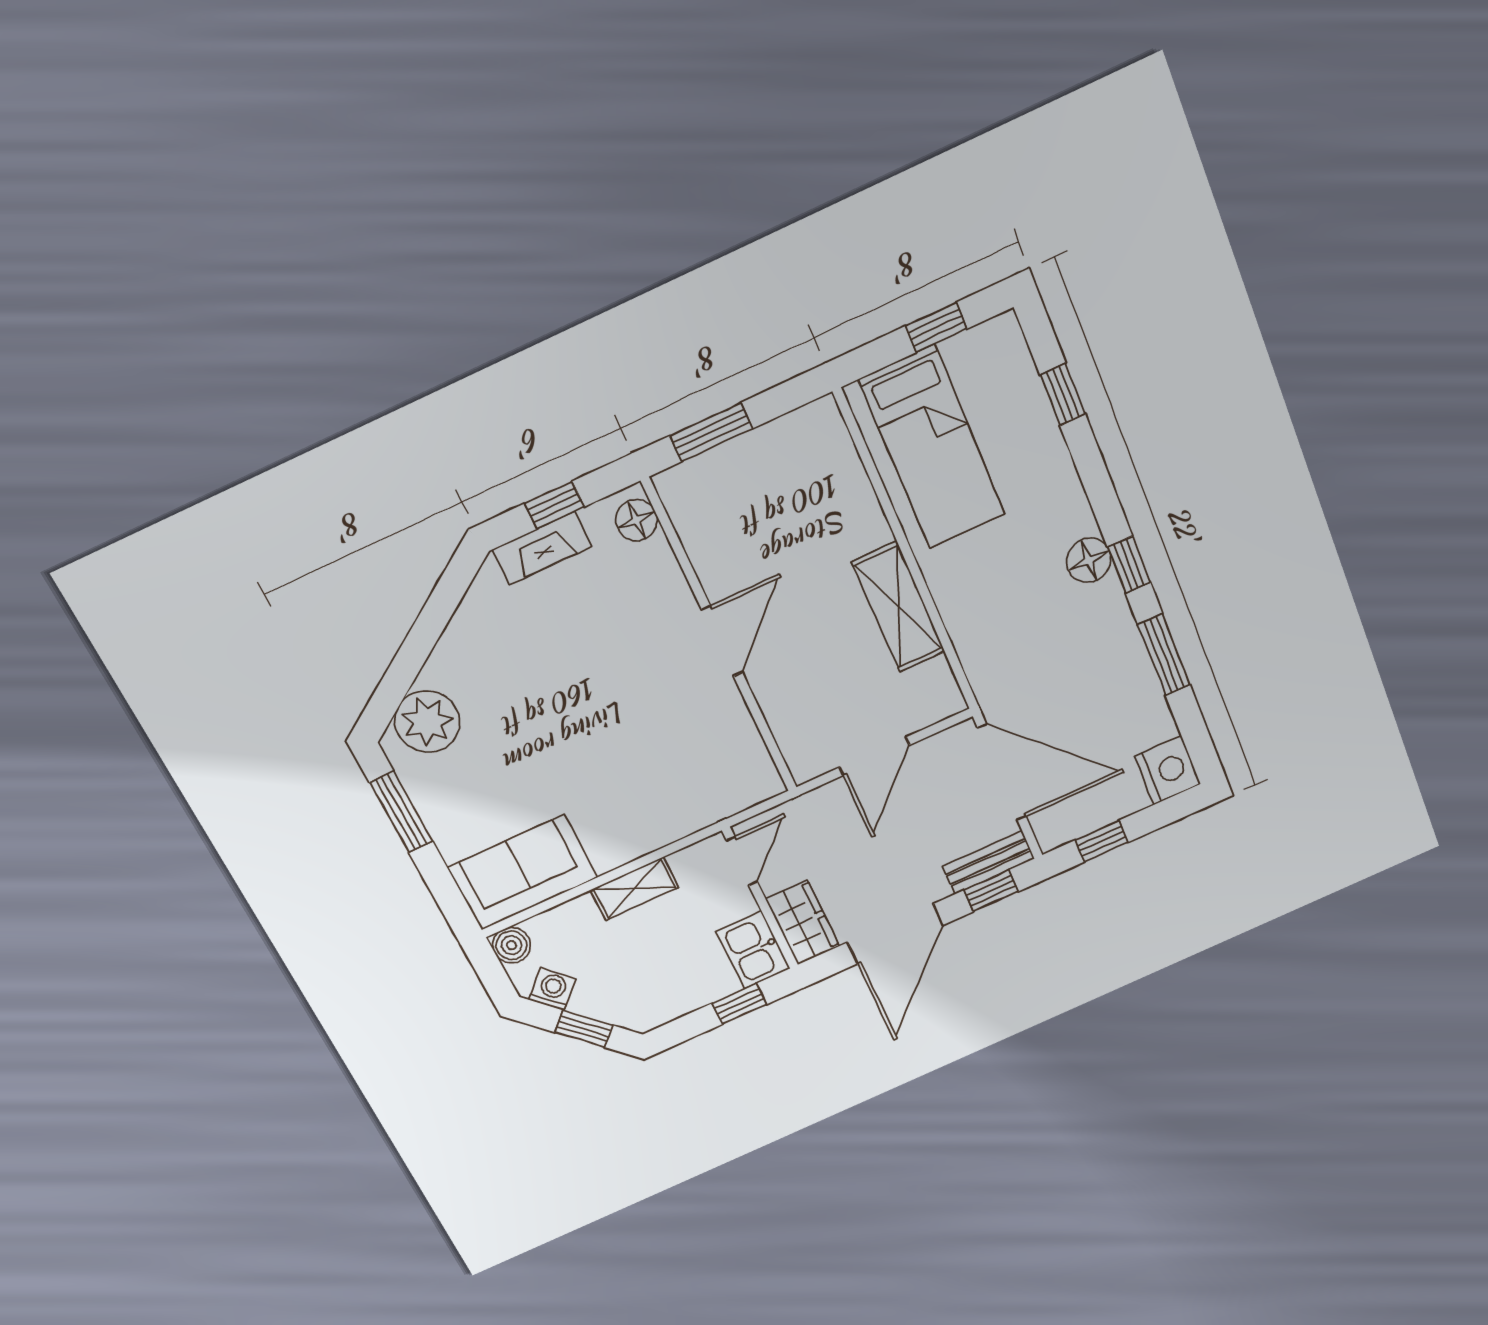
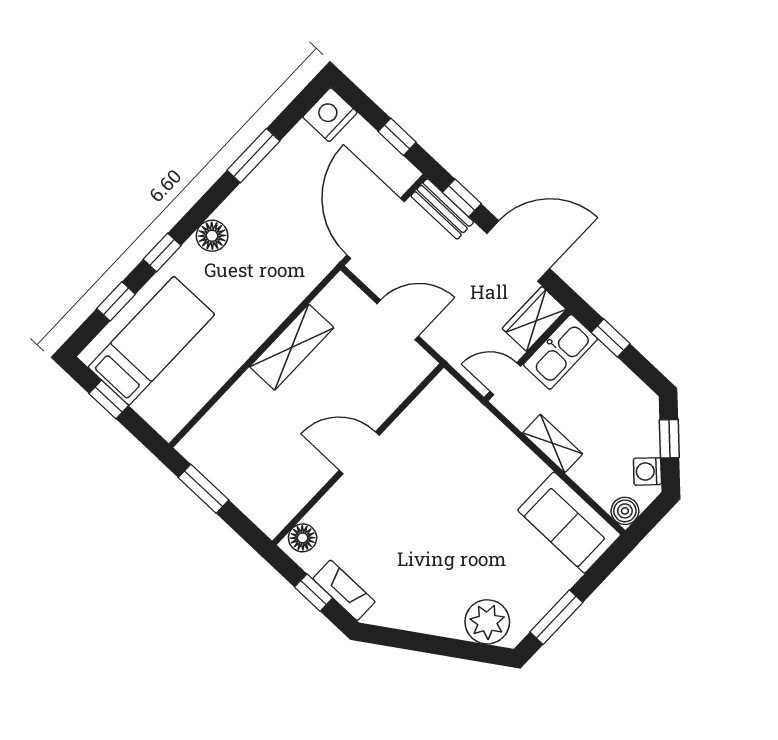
window: (711, 432) -> (203, 489), moved
bed: (932, 448) -> (151, 341), moved
window: (1129, 565) -> (162, 252), moved
kitchen sink: (753, 950) -> (560, 352), width x1.38

